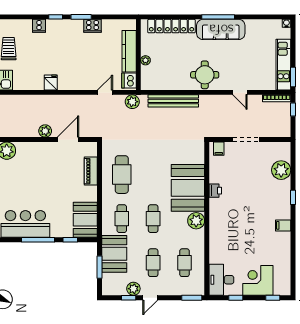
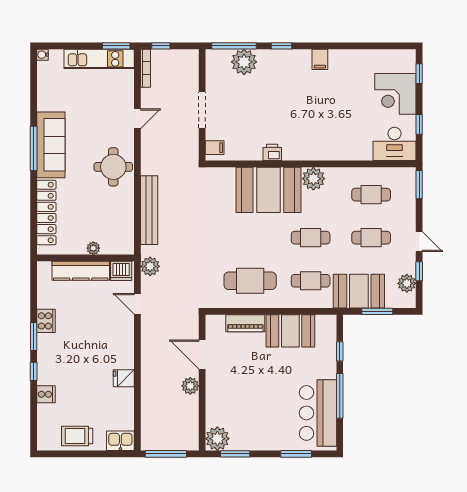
window: (293, 163) -> (234, 46), added
booth: (85, 220) -> (290, 331), moved
plant: (133, 289) -> (407, 283), moved

